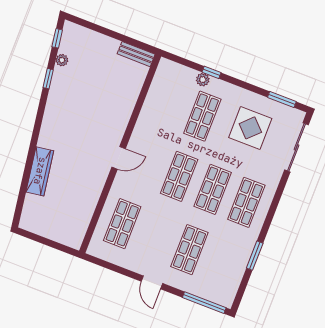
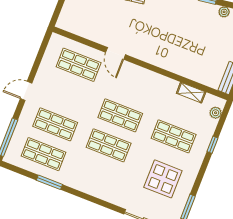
plant: (203, 80) -> (216, 113), moved
shelving: (153, 97) -> (191, 93), added
door: (119, 158) -> (116, 53), moved
shop shelf: (246, 202) -> (44, 154), moved

